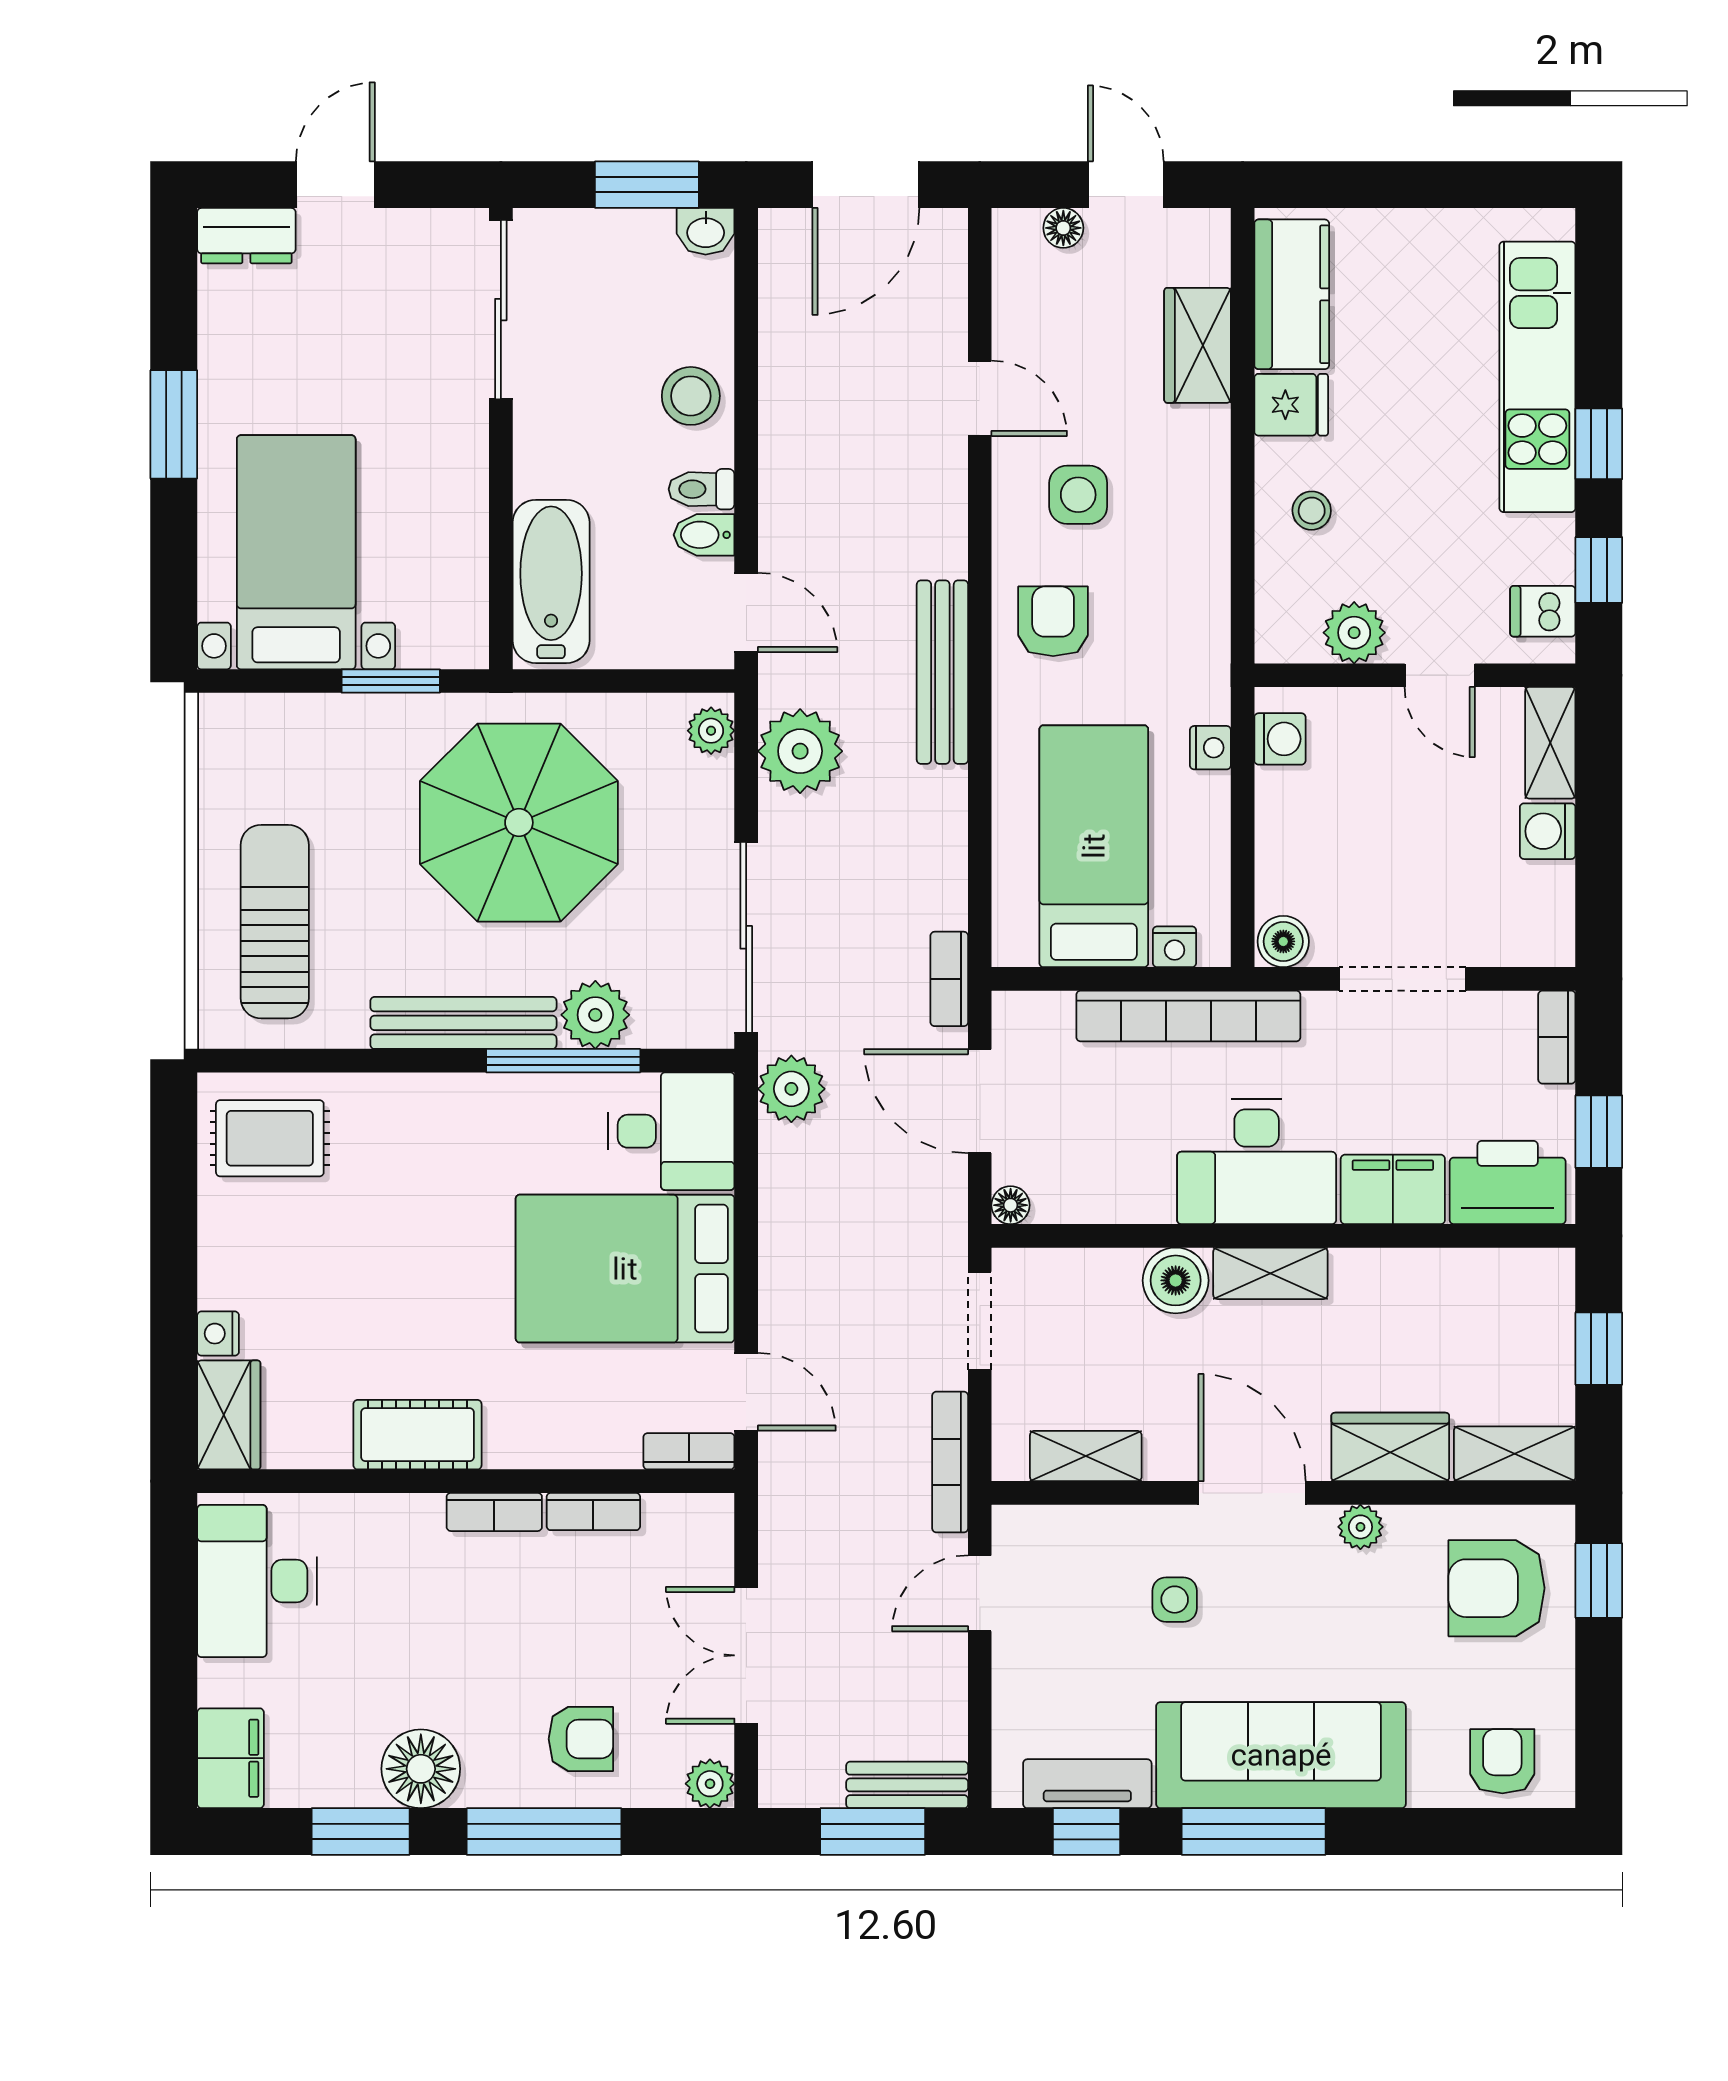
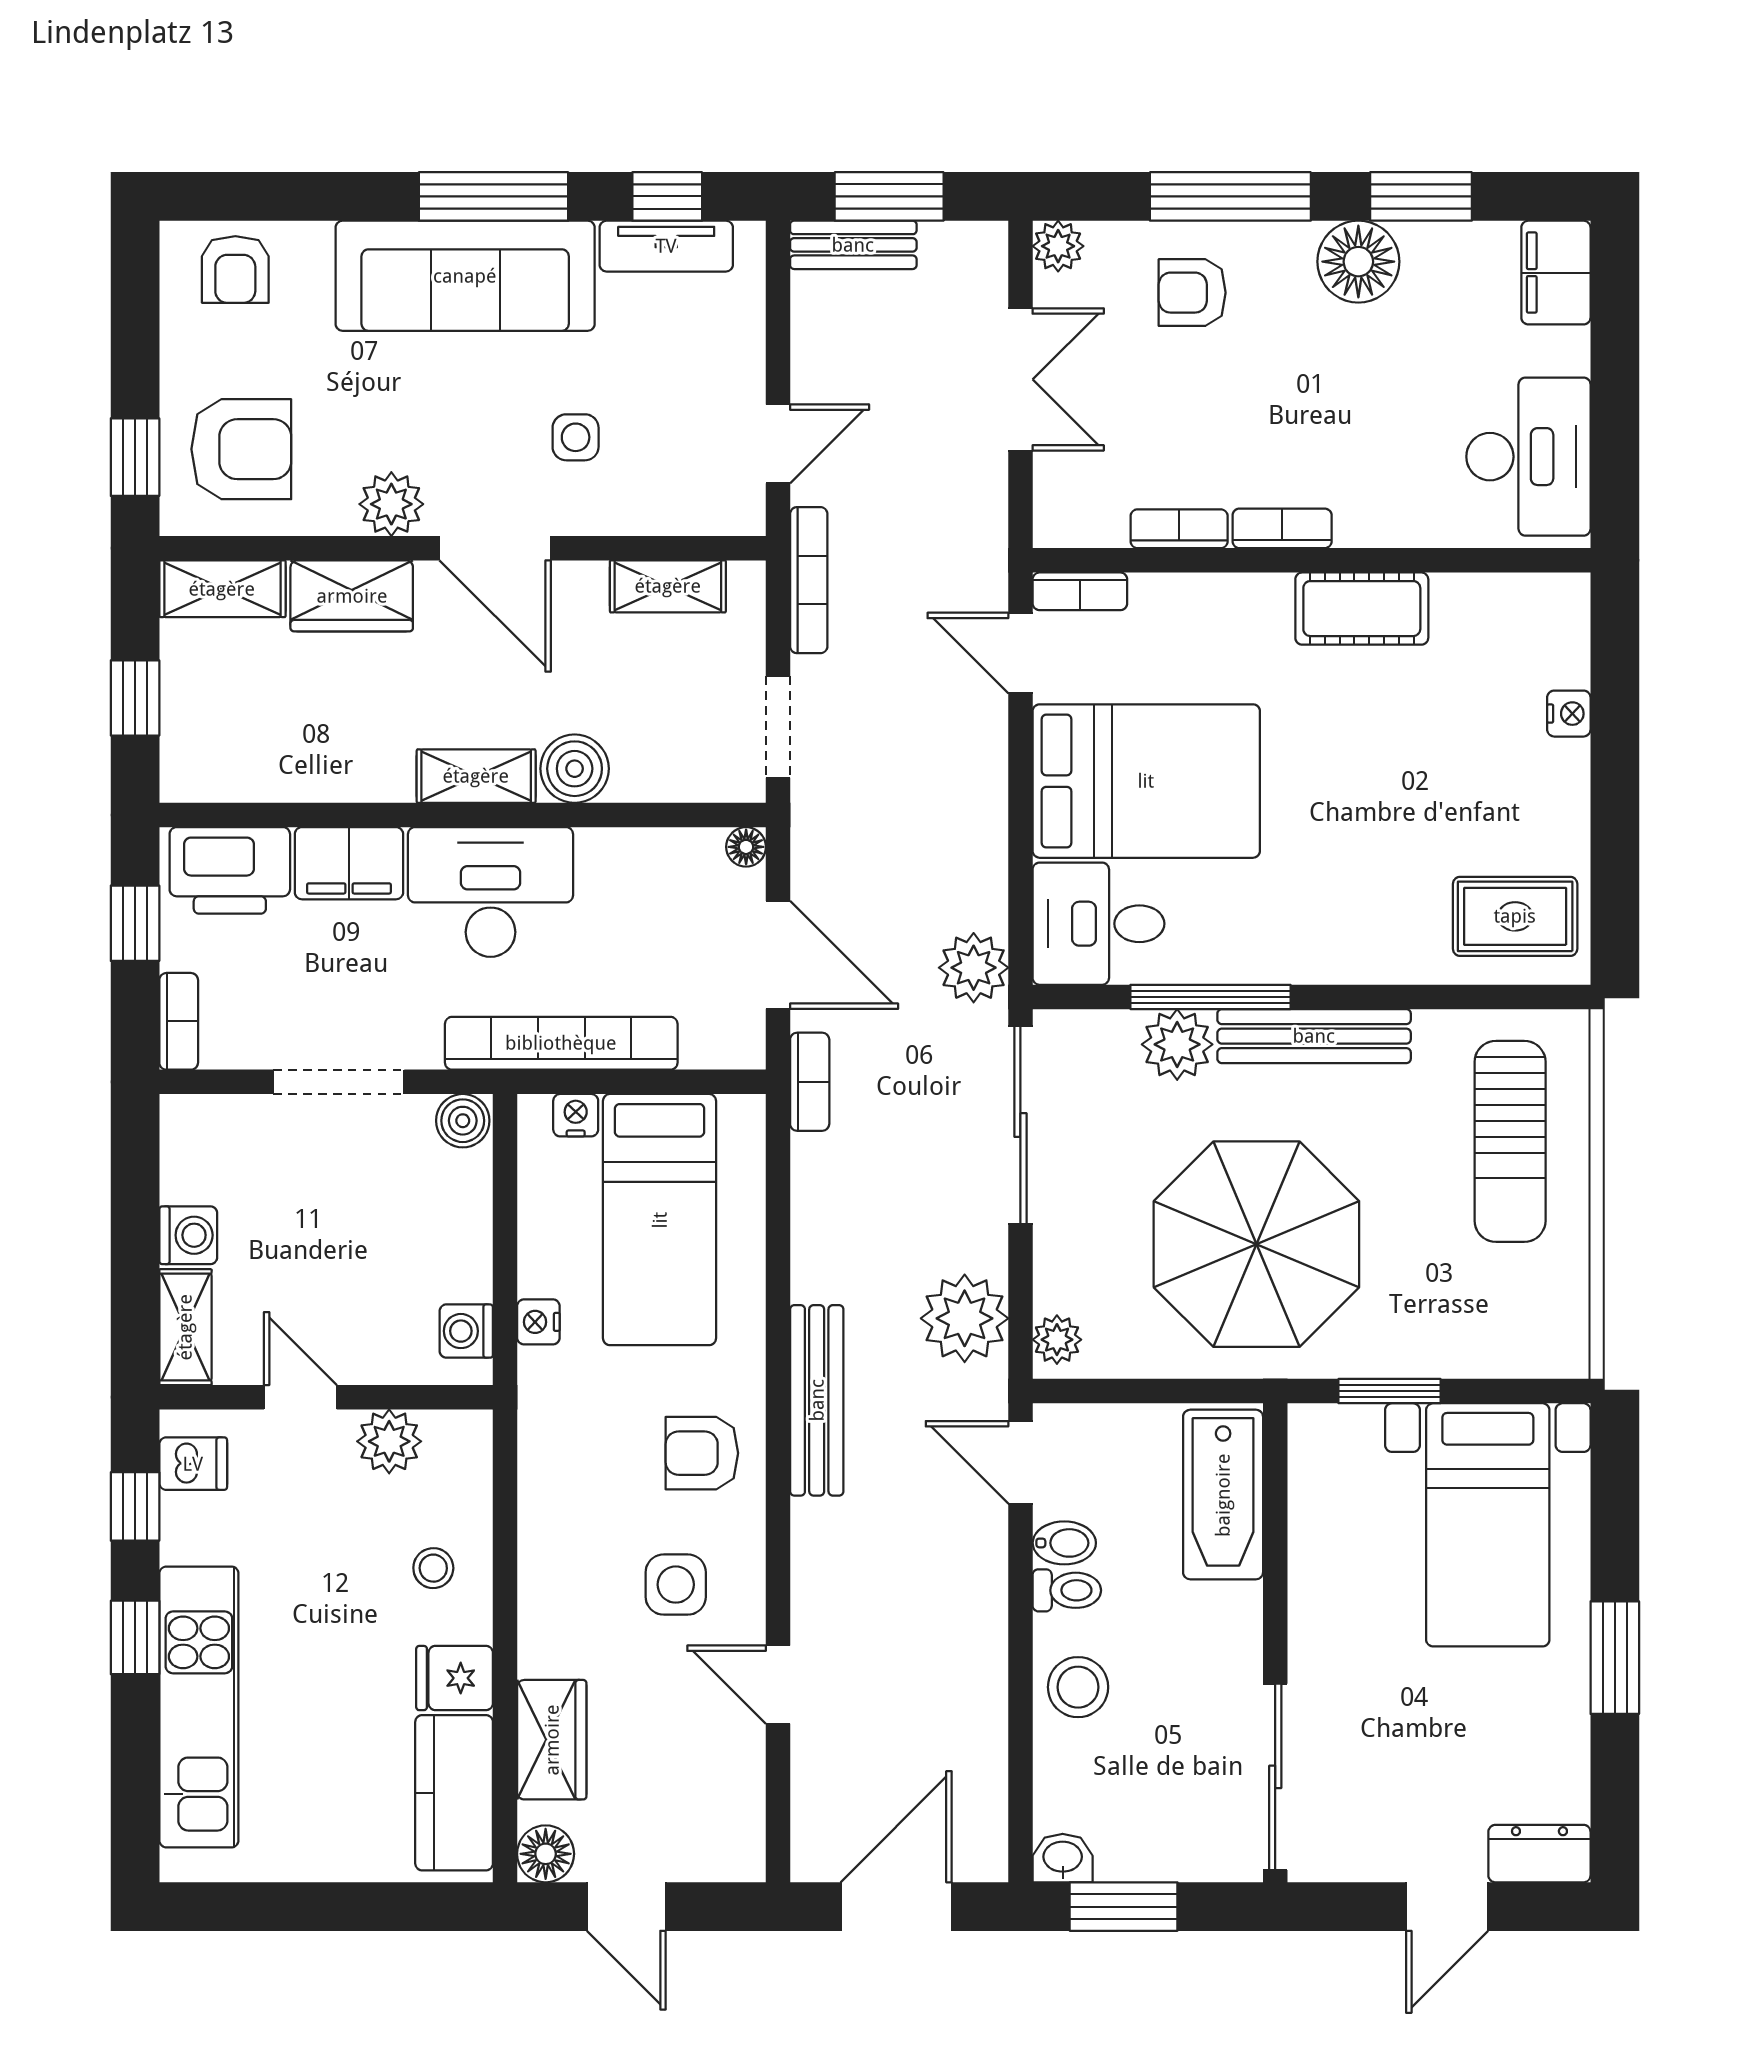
floor lamp: (1063, 228) -> (546, 1854), moved, width x1.37, depth x1.37
armchair: (1053, 621) -> (702, 1453), turned 90
wardrobe: (229, 1415) -> (1558, 629), removed
plant: (1360, 1527) -> (391, 504), width x1.38, depth x1.38

